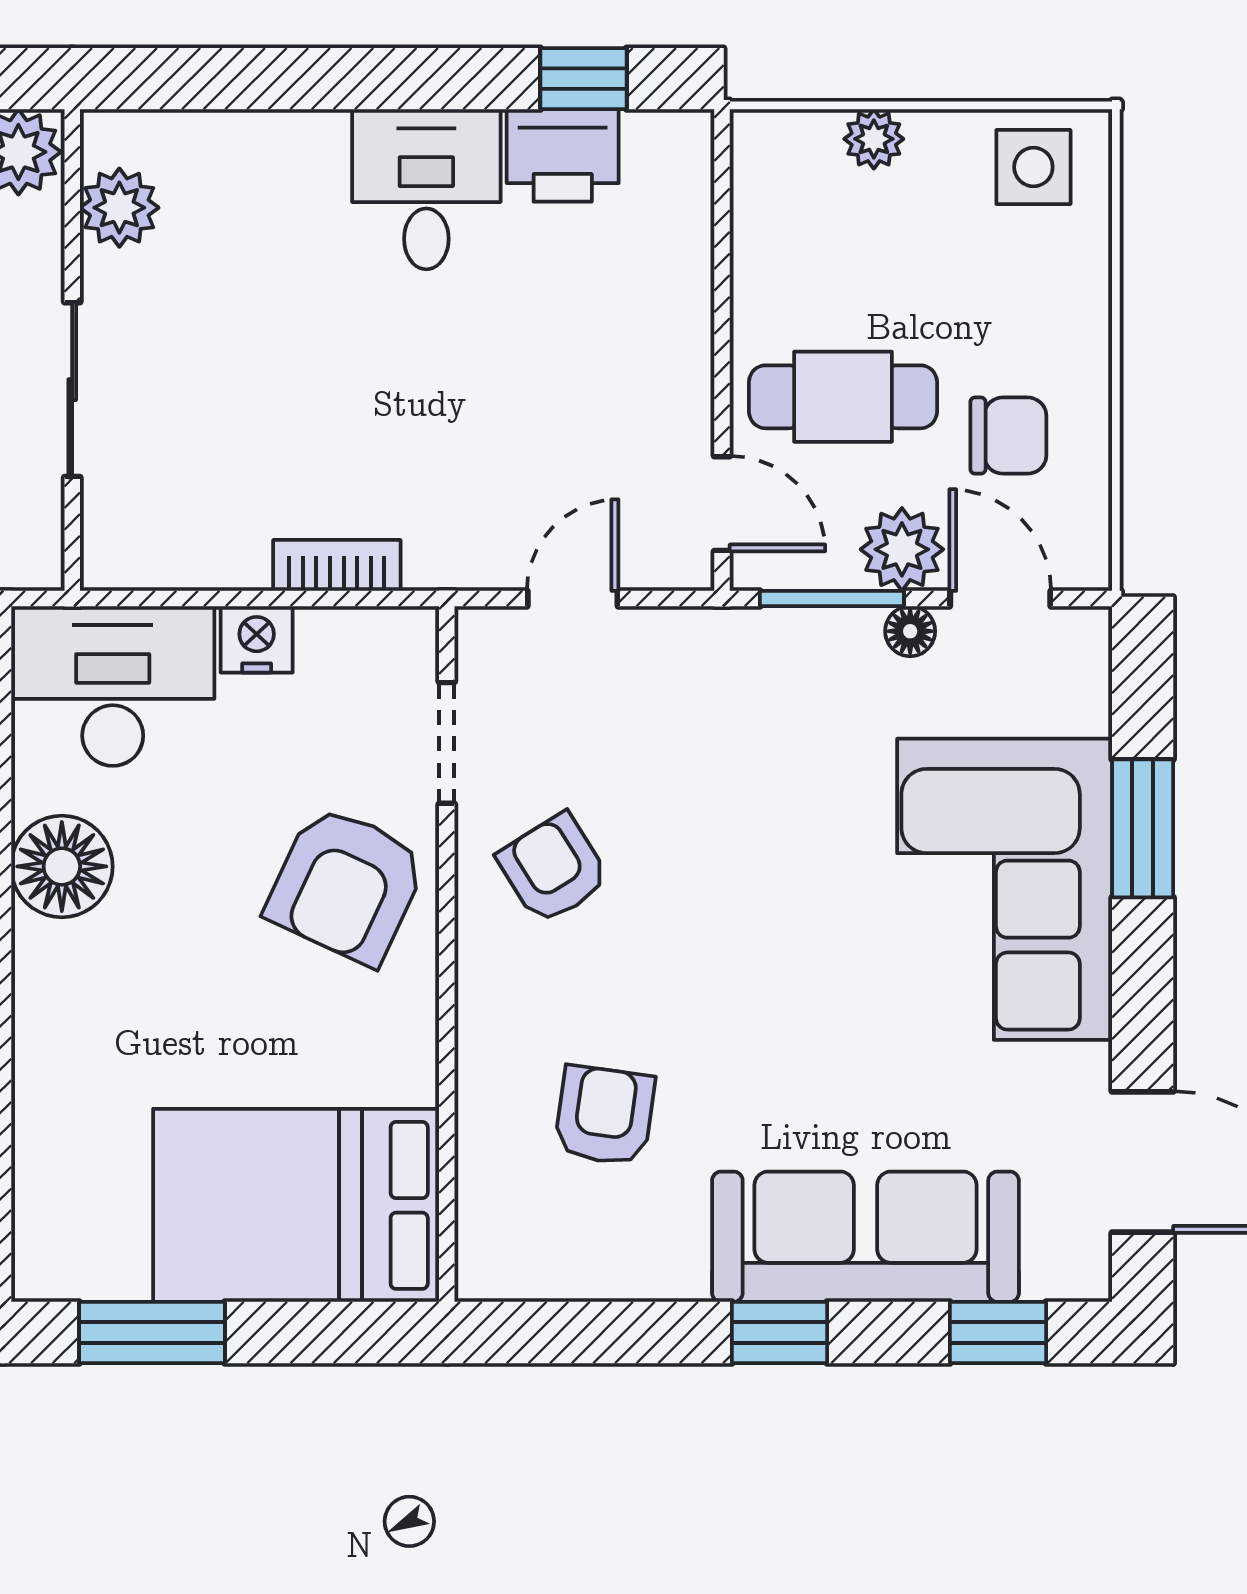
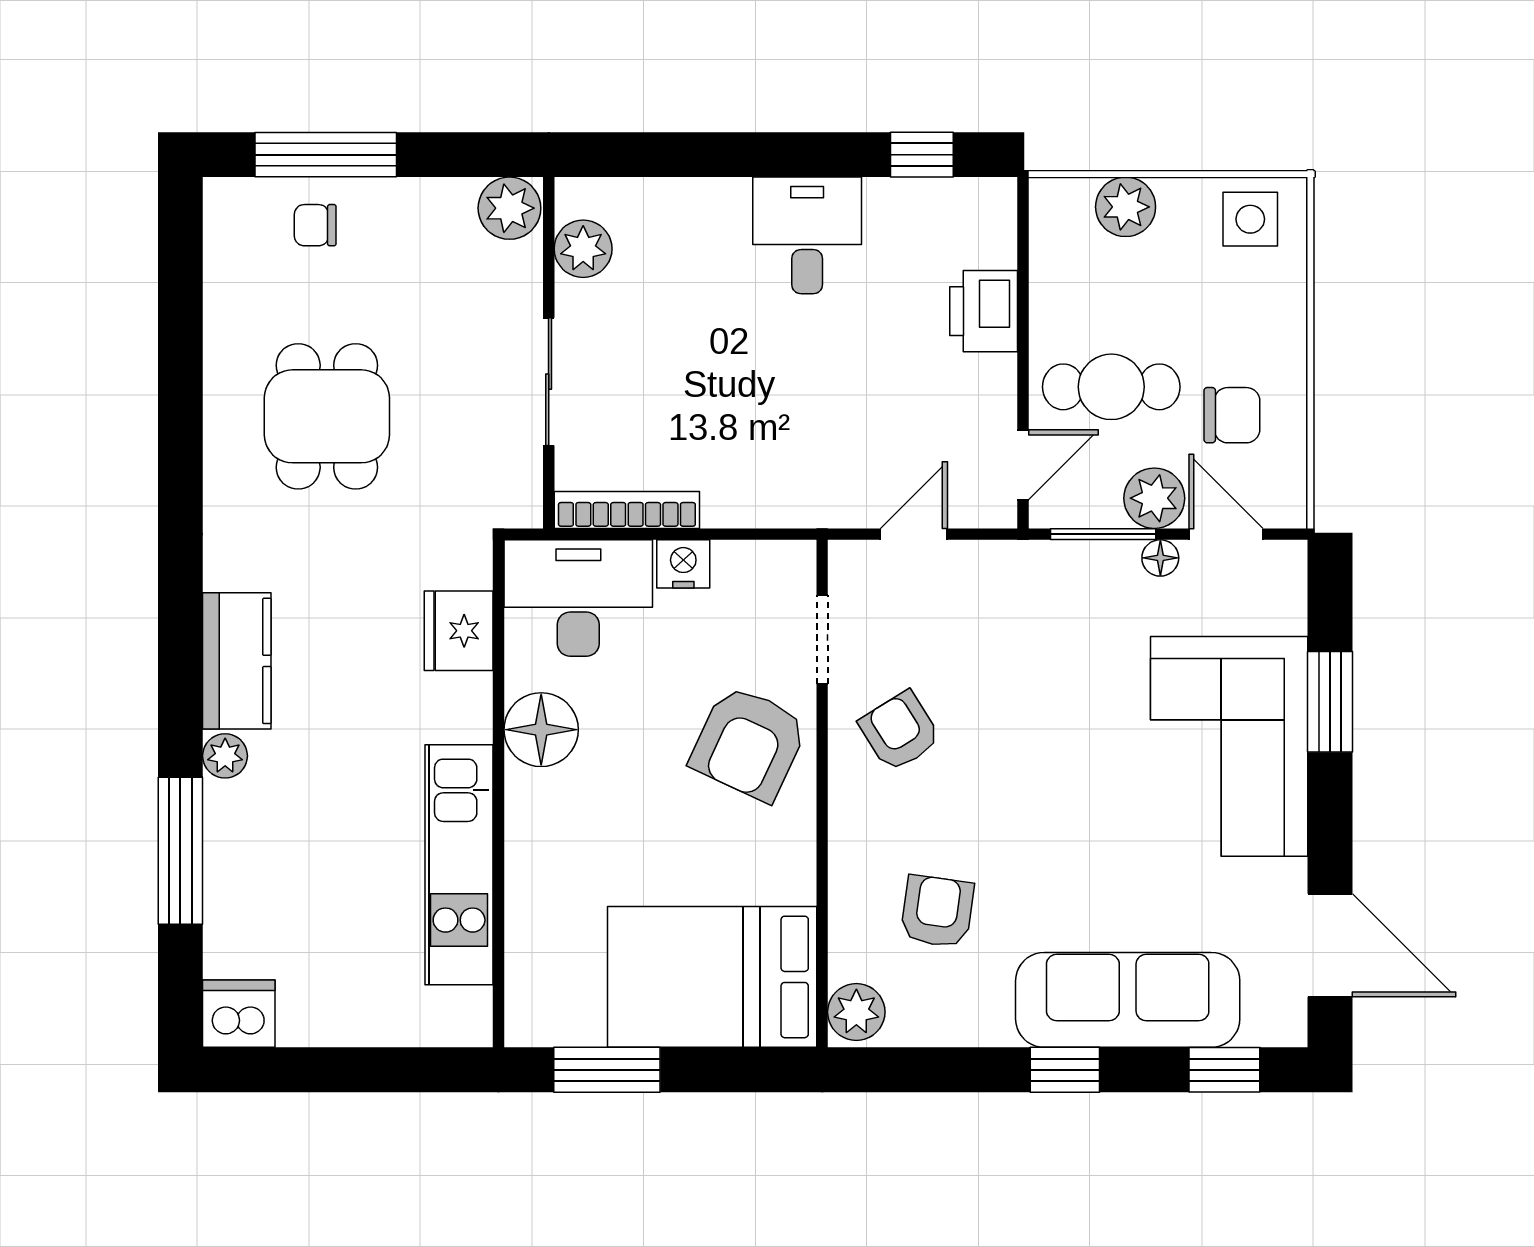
plant: (874, 139) -> (1126, 207), width x1.38, depth x1.38
printer: (563, 155) -> (984, 311), moved, turned 90
door: (722, 504) -> (1023, 465), hinge flipped
bookcase: (337, 565) -> (627, 510), moved, width x1.56
plant: (494, 1253) -> (856, 1012), added

